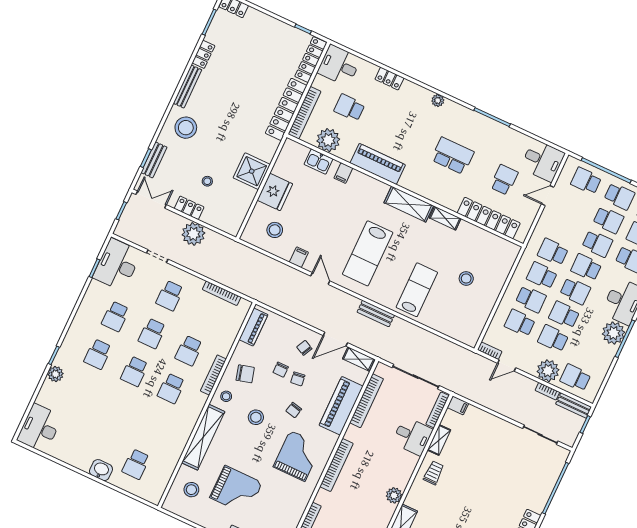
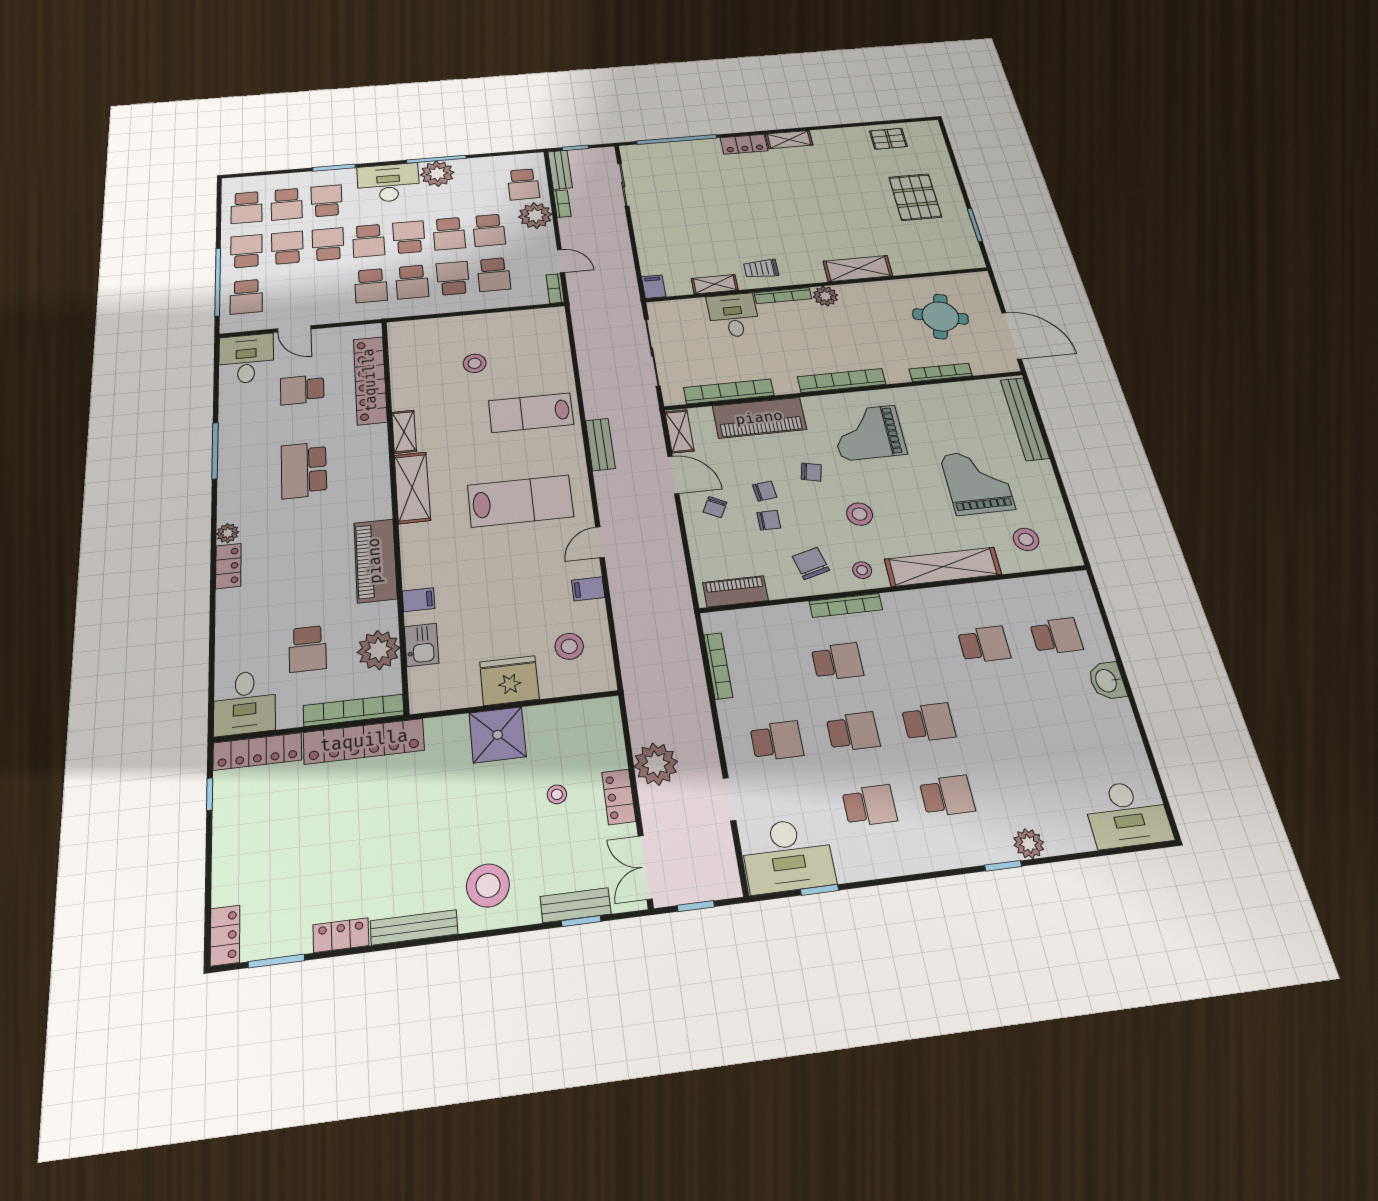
locker: (389, 79) -> (228, 566), moved
school desk: (171, 388) -> (984, 644), moved
bookcase: (438, 410) -> (783, 296), moved

